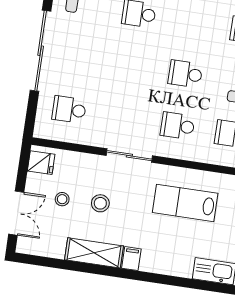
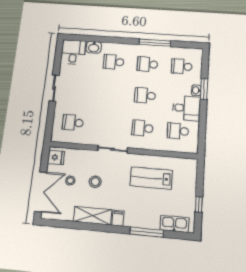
school desk: (193, 22) -> (147, 64), added
sliding door: (41, 51) -> (54, 88), width x0.54
double door: (16, 213) -> (41, 192), width x1.37
window: (173, 281) -> (147, 232), added

